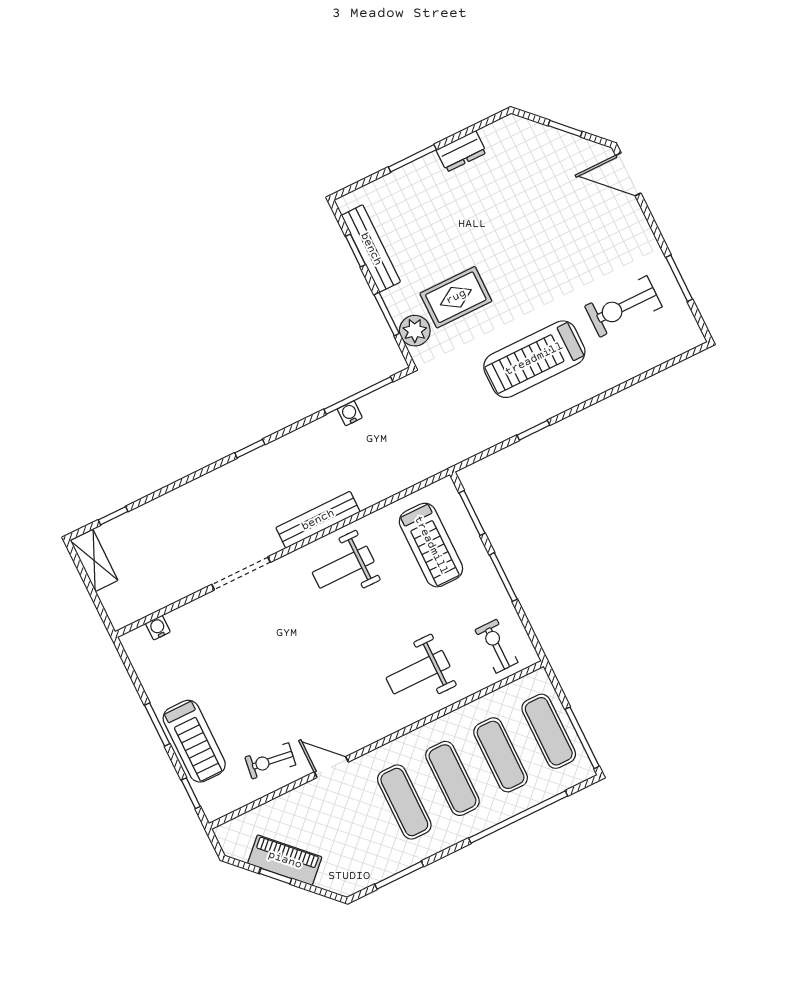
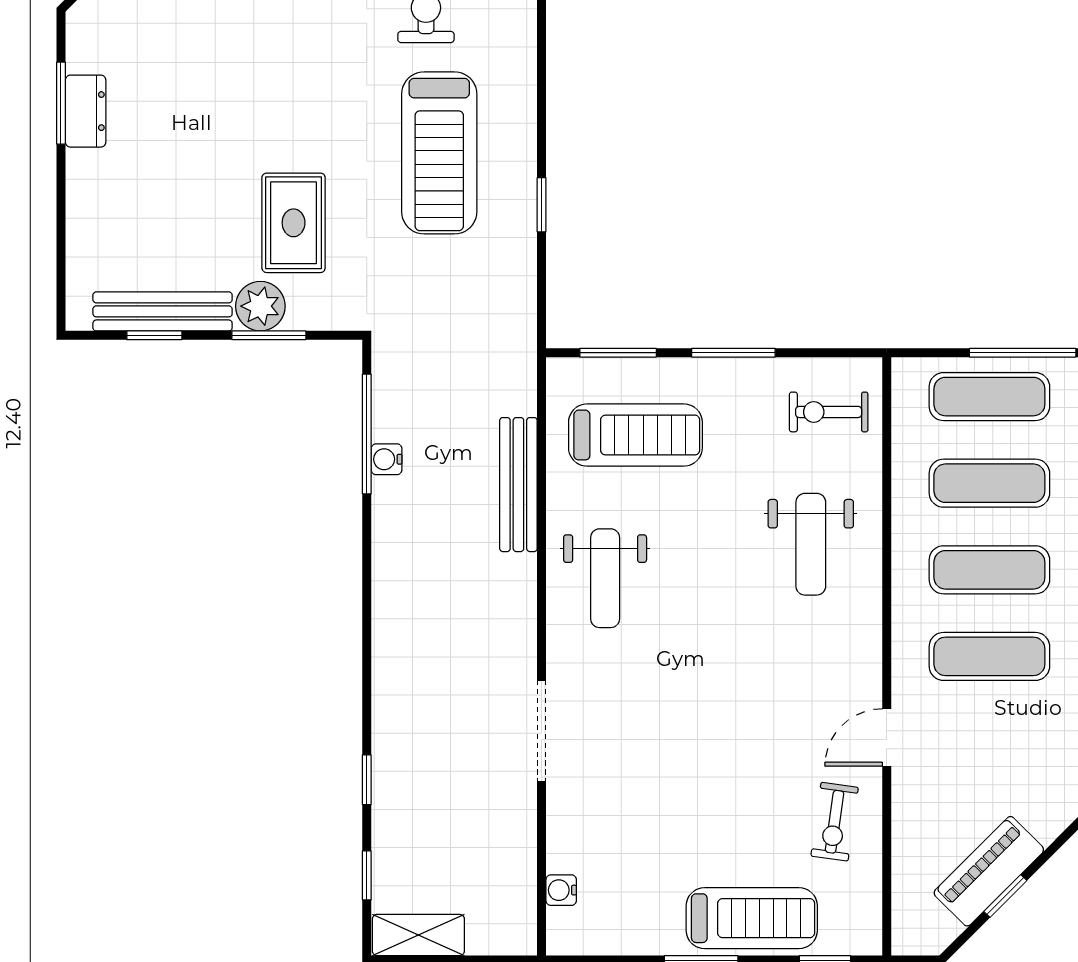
window: (412, 158) -> (61, 103), moved
plant: (415, 331) -> (260, 306), moved
window: (250, 449) -> (367, 780), moved
bench: (318, 520) -> (518, 485), moved

